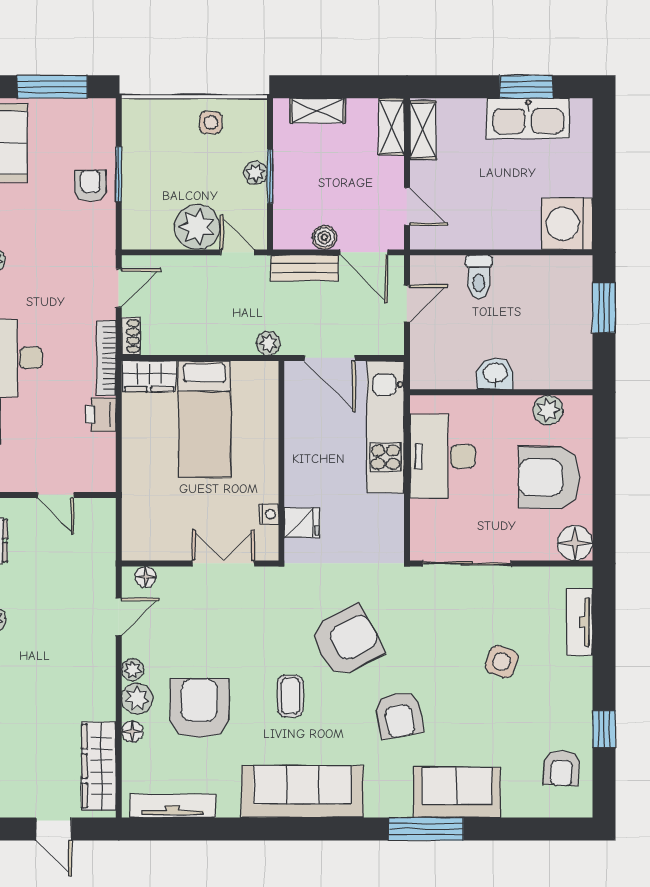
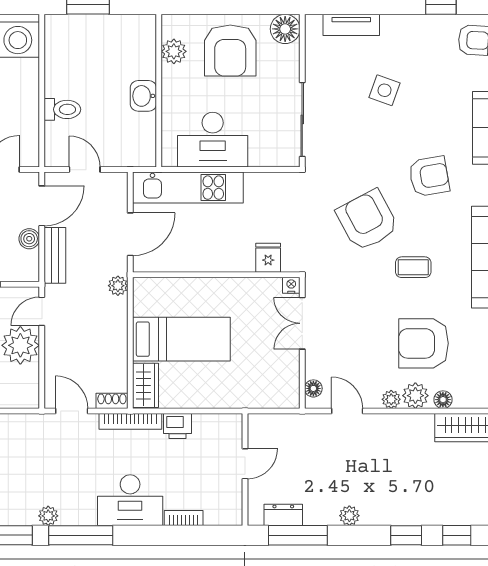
nightstand: (269, 514) -> (291, 285), moved

